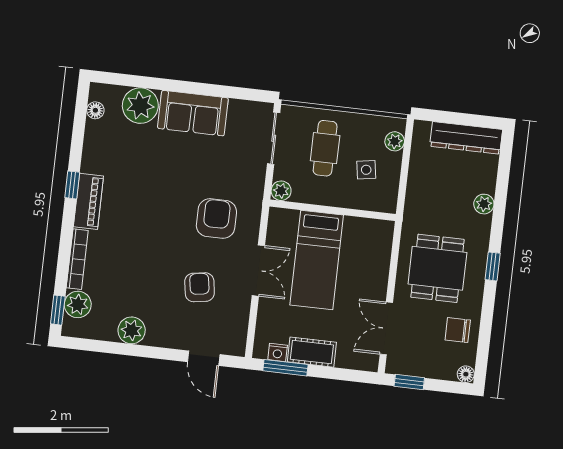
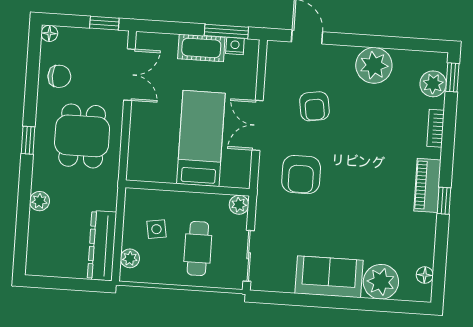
dresser: (466, 138) -> (102, 246), moved, turned -90
bookcase: (77, 259) -> (436, 128), width x0.64
plant: (132, 330) -> (374, 65), width x1.36, depth x1.36

